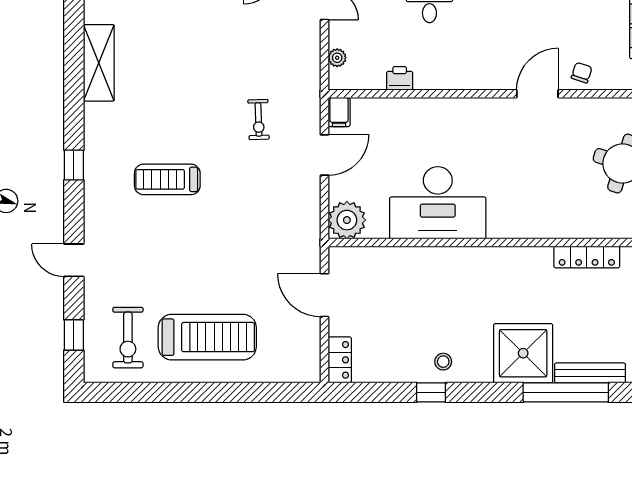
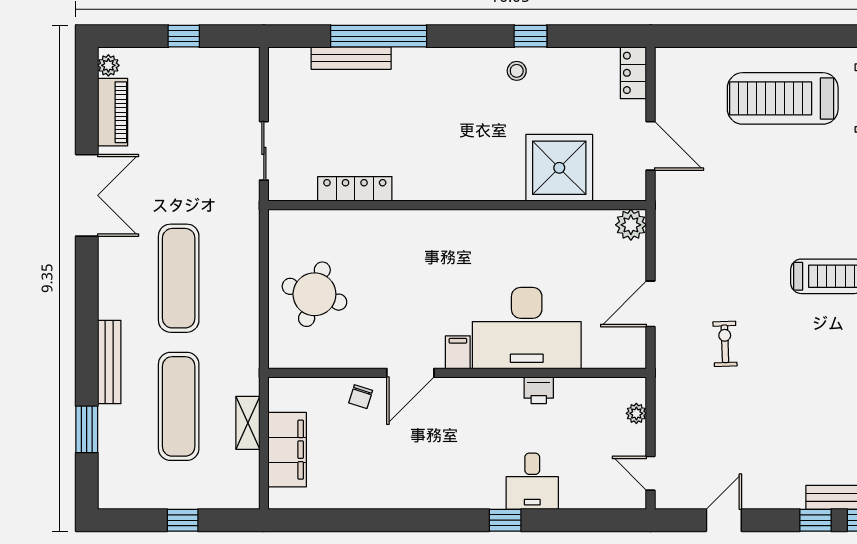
printer: (400, 78) -> (539, 390), moved
filing cabinet: (339, 112) -> (458, 352), moved
desk: (438, 203) -> (527, 328), moved, turned 180
plant: (347, 220) -> (631, 225), width x0.73, depth x0.73
shower: (523, 353) -> (559, 168), moved

